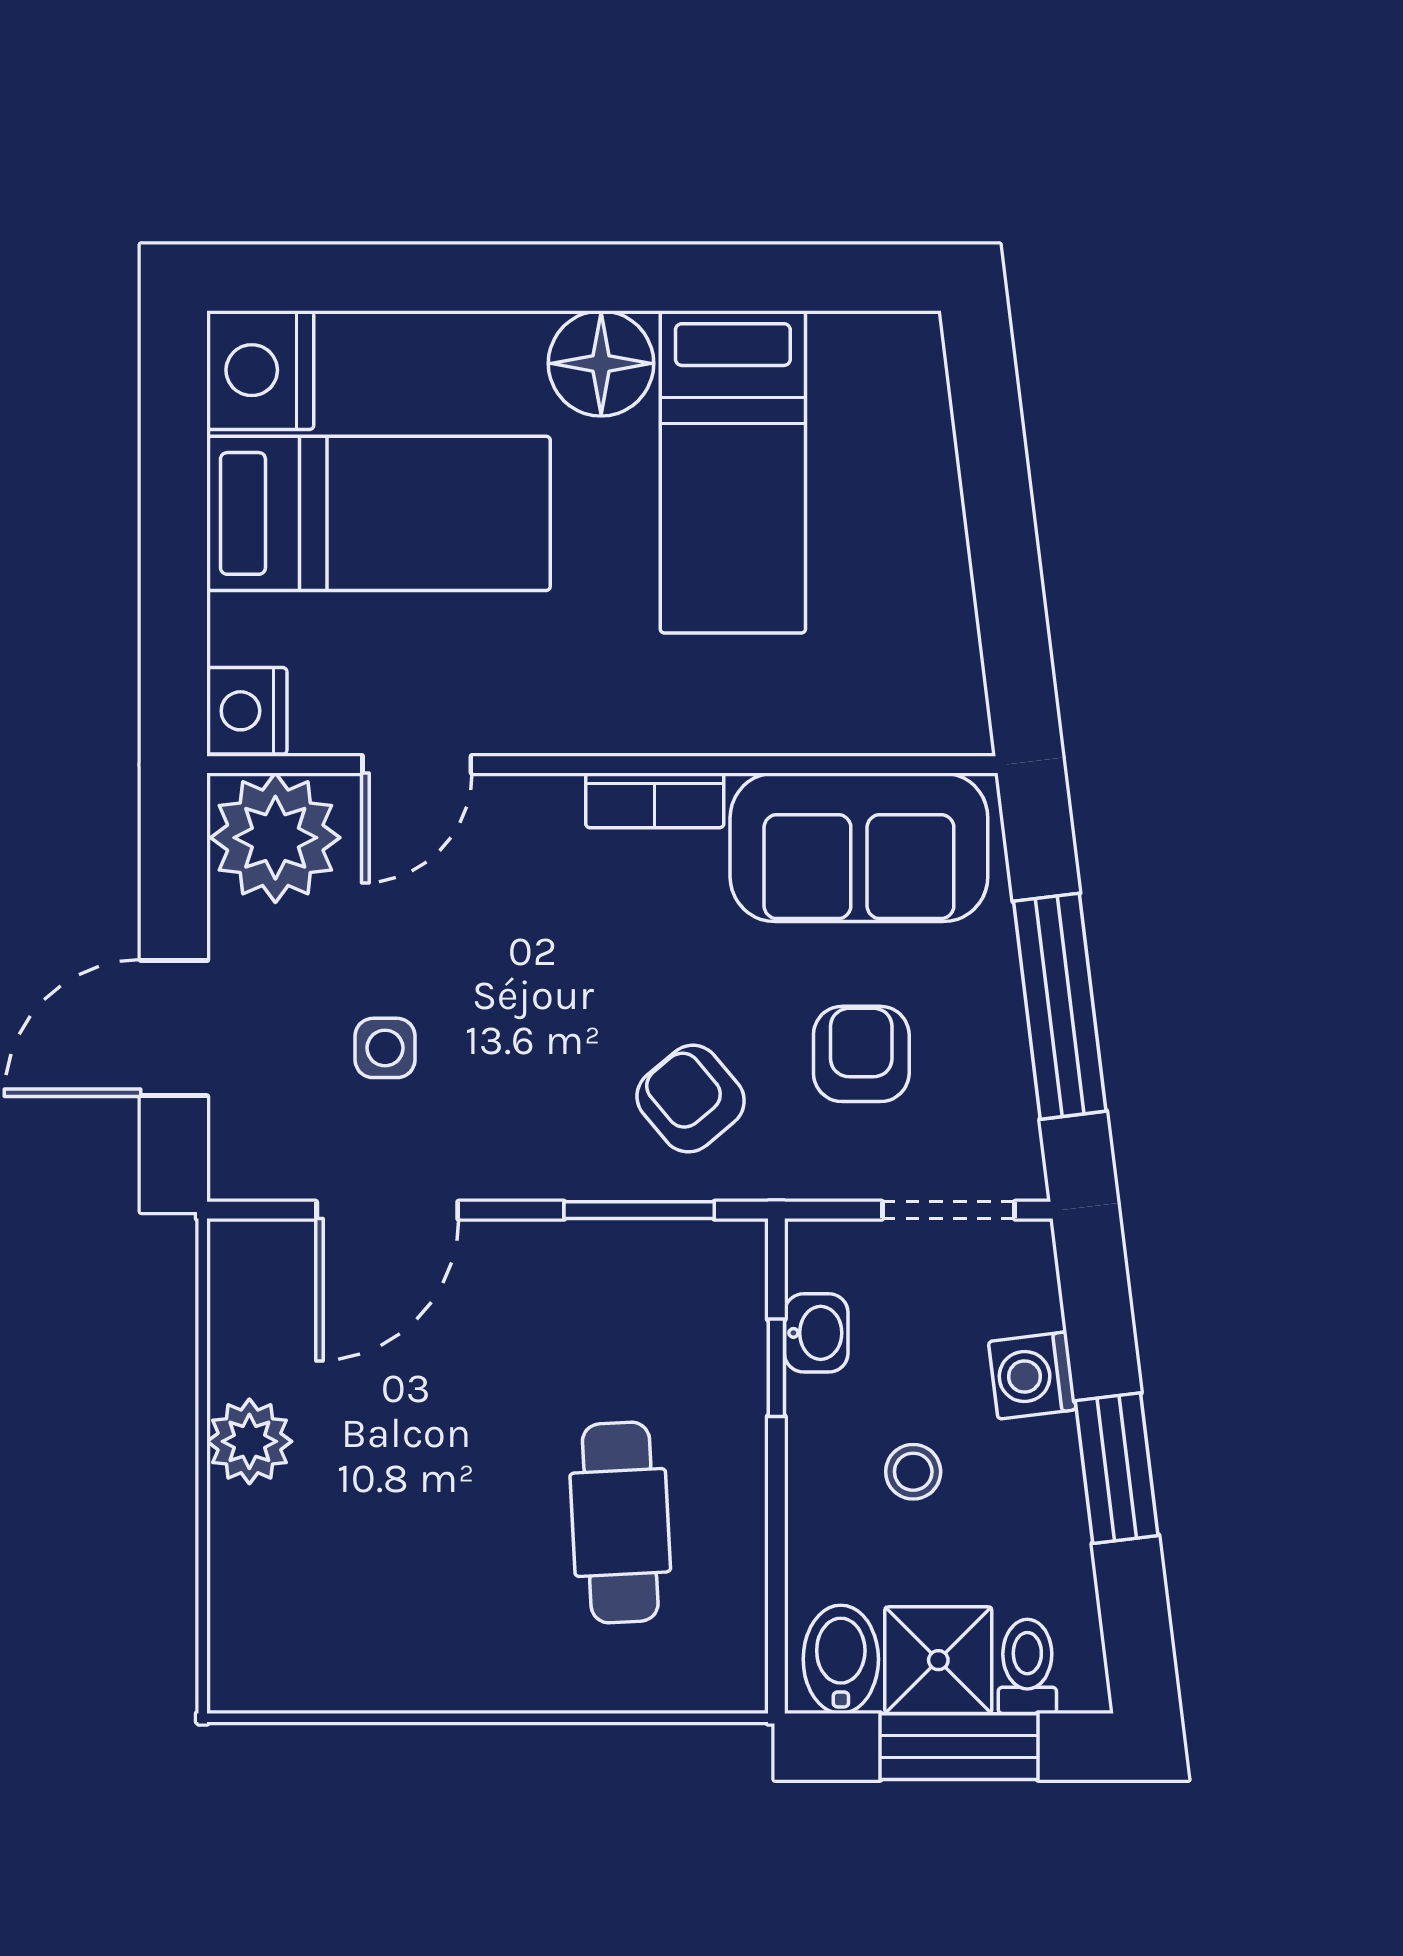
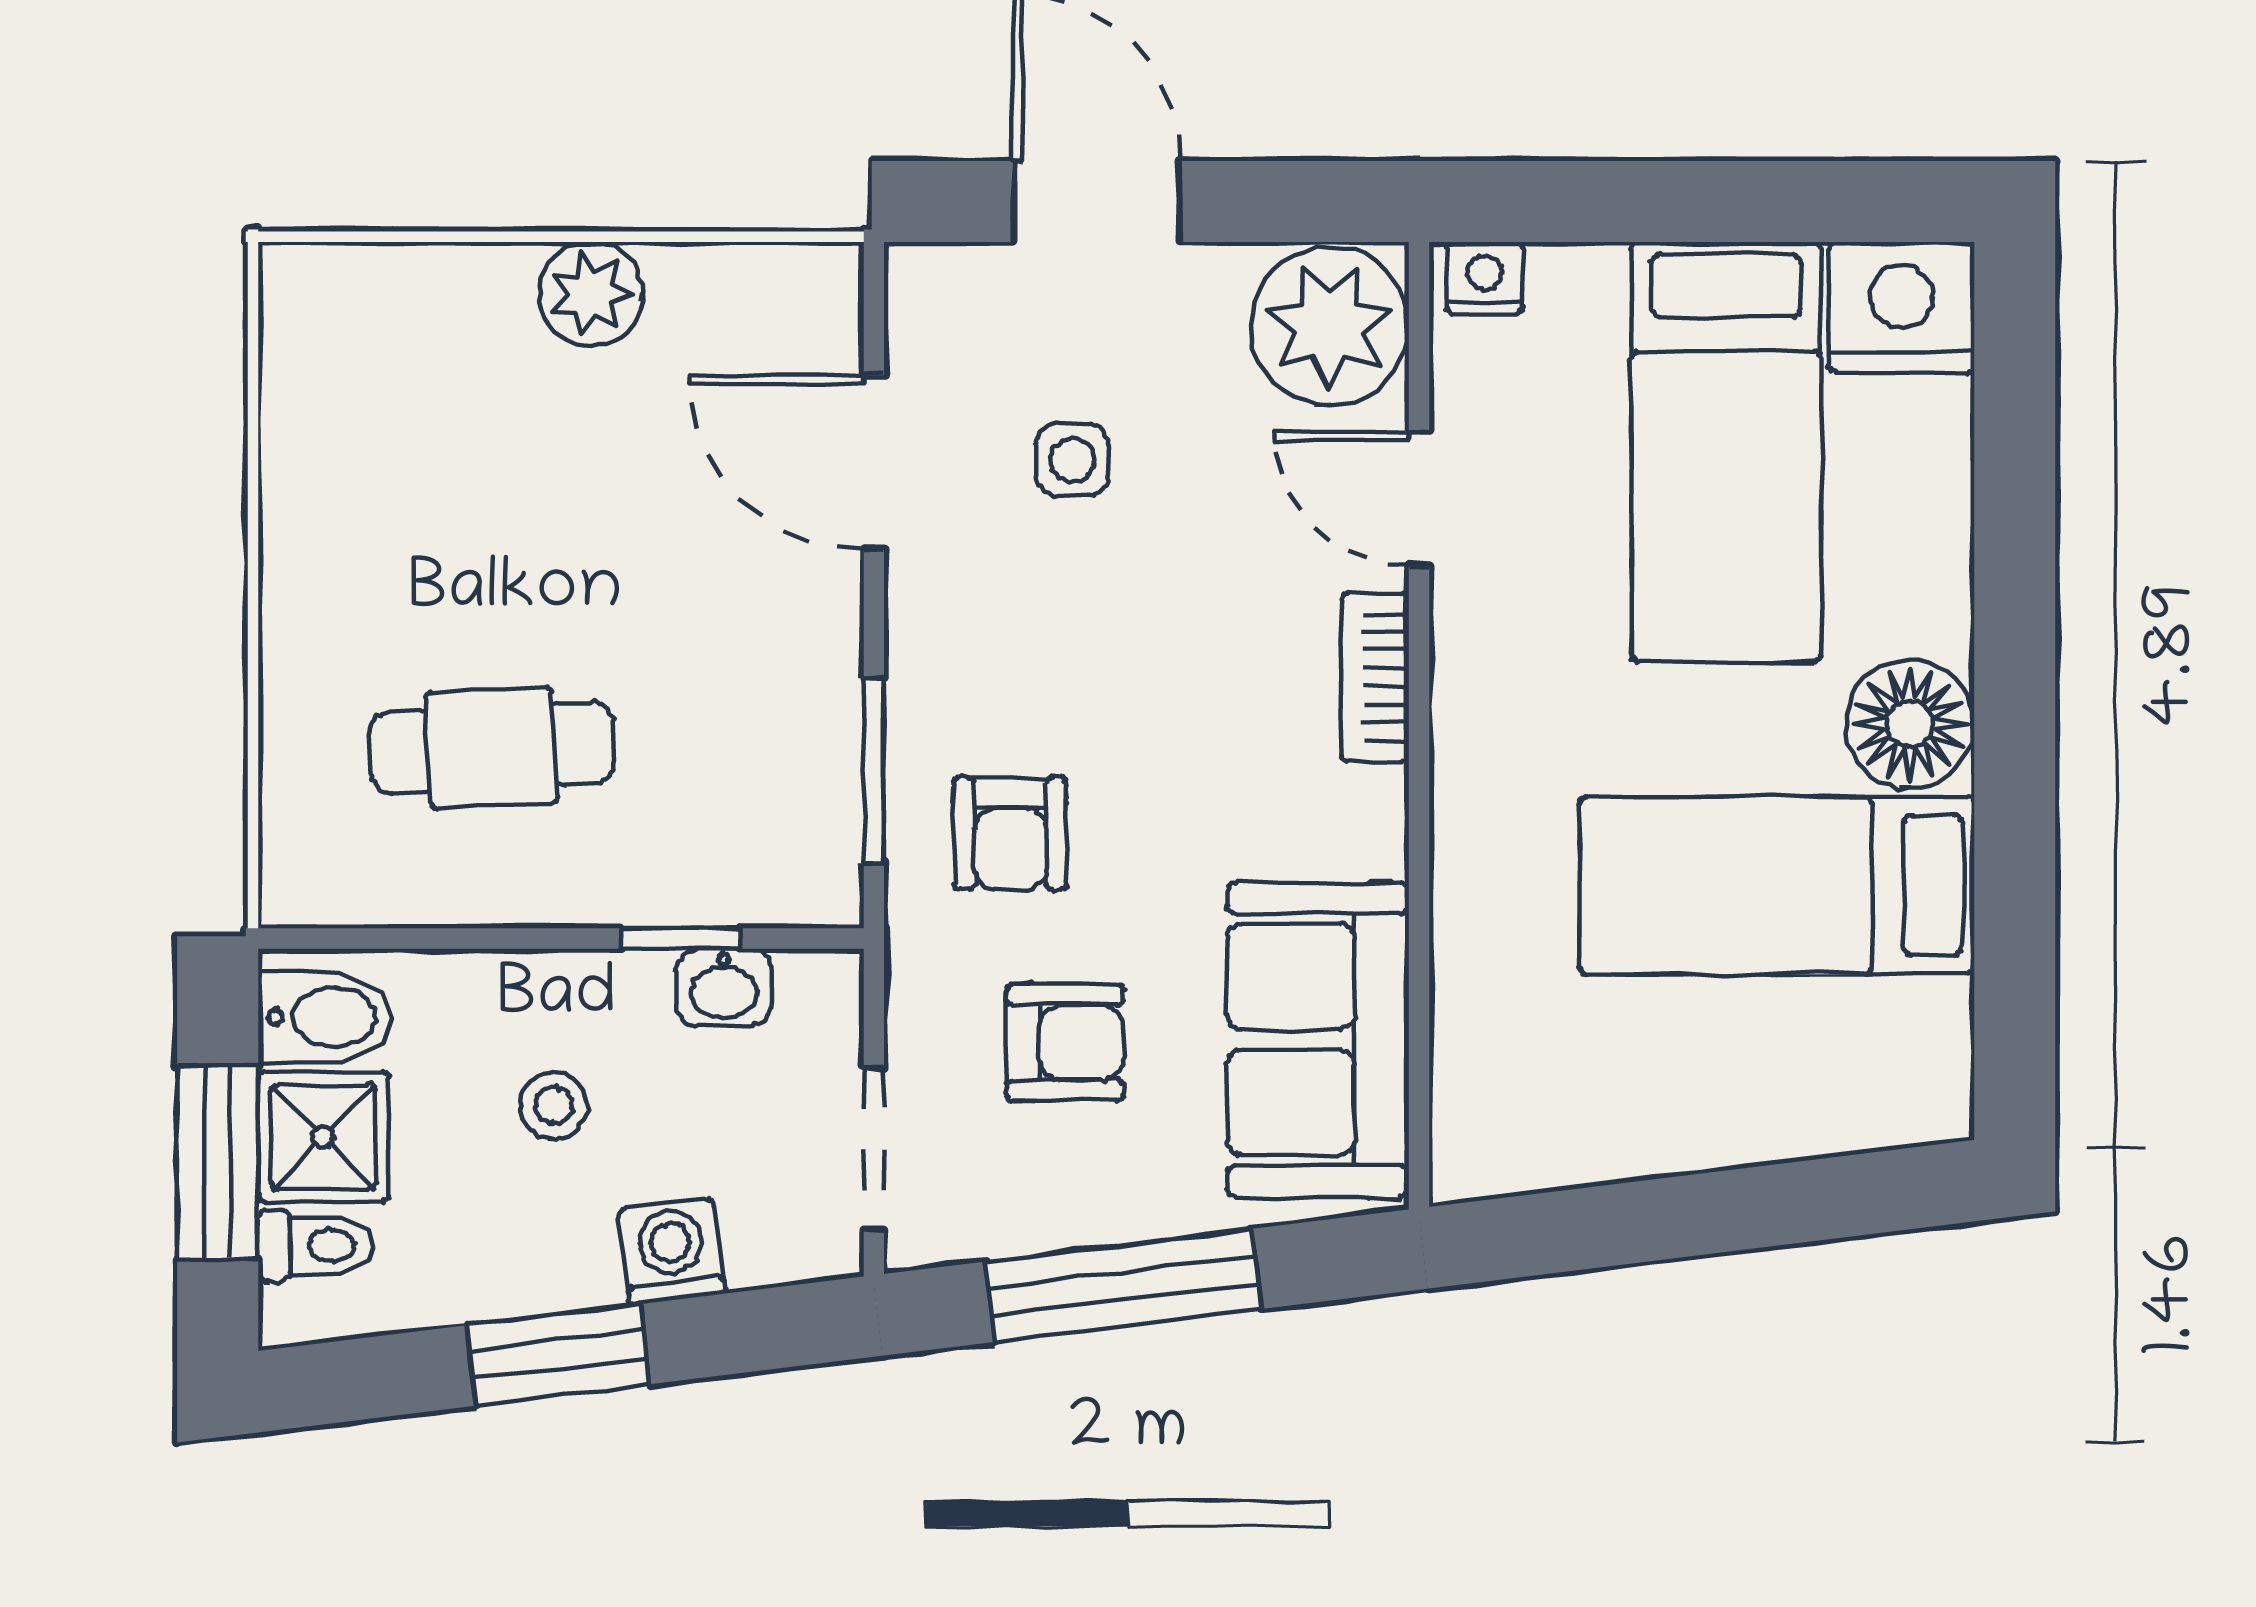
nightstand: (247, 711) -> (1485, 278), width x0.72, depth x0.74
bookcase: (655, 800) -> (1375, 677), moved
armchair: (691, 1099) -> (1010, 834), turned 130

